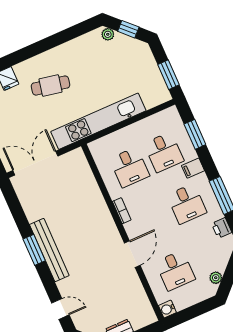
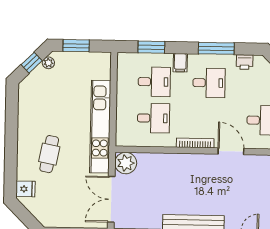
plant: (108, 34) -> (48, 63), moved
window: (169, 75) -> (76, 46), moved
plant: (75, 161) -> (126, 163), added
bookcase: (122, 211) -> (195, 143), width x1.56

